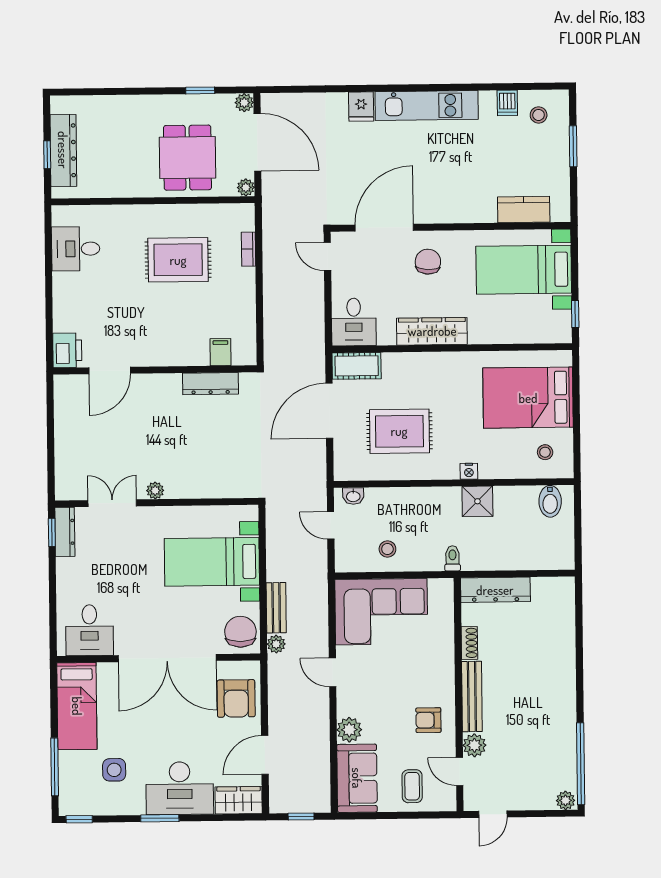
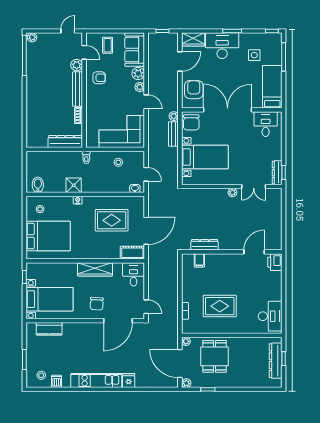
desk: (76, 249) -> (270, 316), width x1.37
plant: (346, 702) -> (140, 87), added

